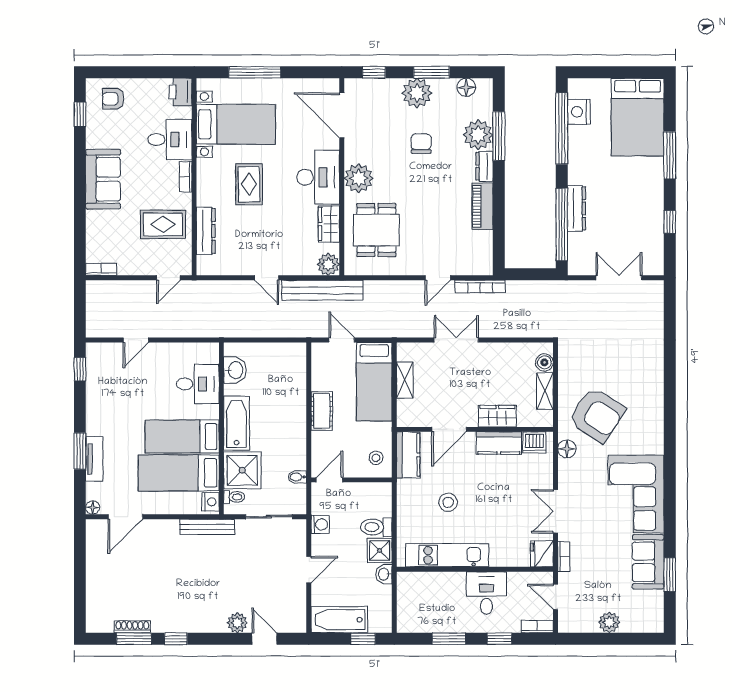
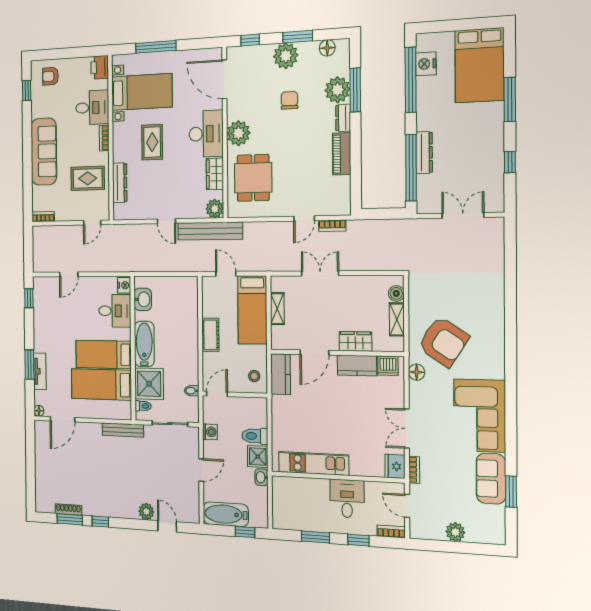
sofa: (103, 179) -> (44, 152), width x1.36
bookcase: (480, 287) -> (332, 226), width x0.64
nightstand: (210, 502) -> (124, 285), moved
stool: (448, 502) -> (314, 417), removed

